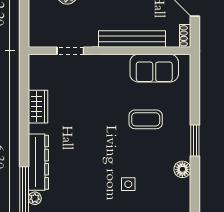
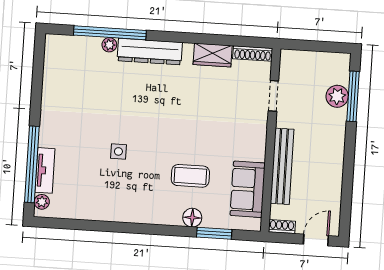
shoe rack: (34, 71) -> (253, 53), added
coffee table: (146, 119) -> (190, 176), turned 90
window: (195, 140) -> (214, 233), moved
floor lamp: (182, 169) -> (192, 218), moved

